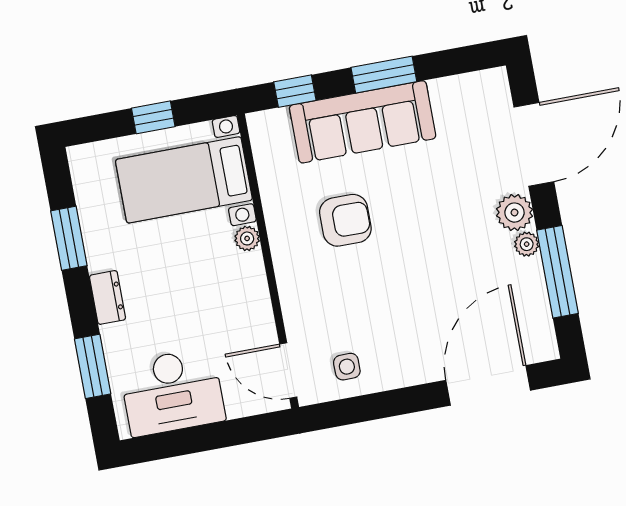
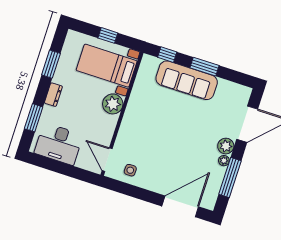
armchair: (345, 220) -> (160, 114), removed
plant: (247, 238) -> (113, 104), width x1.88, depth x1.88

